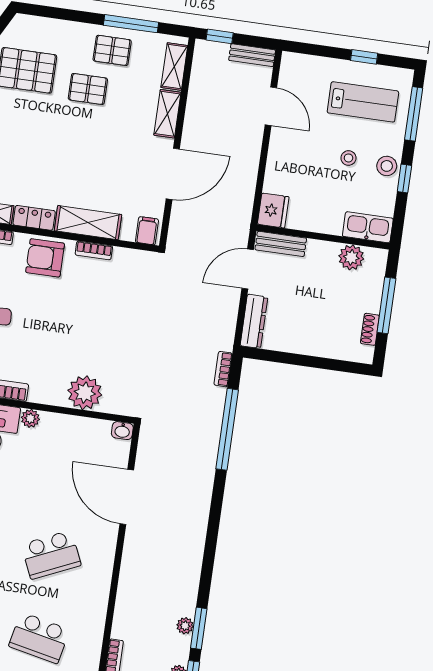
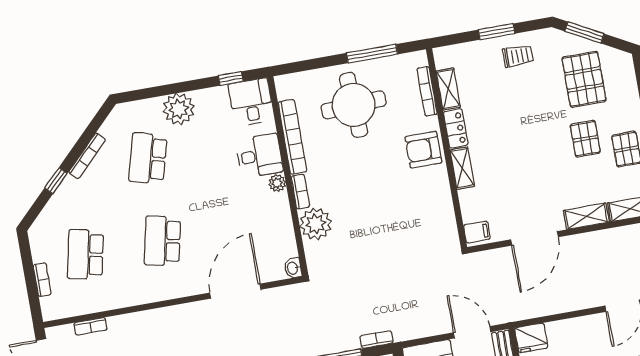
door: (173, 174) -> (535, 238), hinge flipped
shelving: (88, 223) -> (462, 168), width x0.67, depth x0.75
bookcase: (94, 250) -> (300, 192), moved, turned 180
armchair: (45, 258) -> (423, 150), turned -90
school desk: (51, 555) -> (162, 241), turned 36

